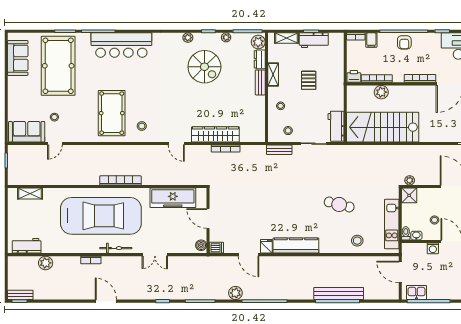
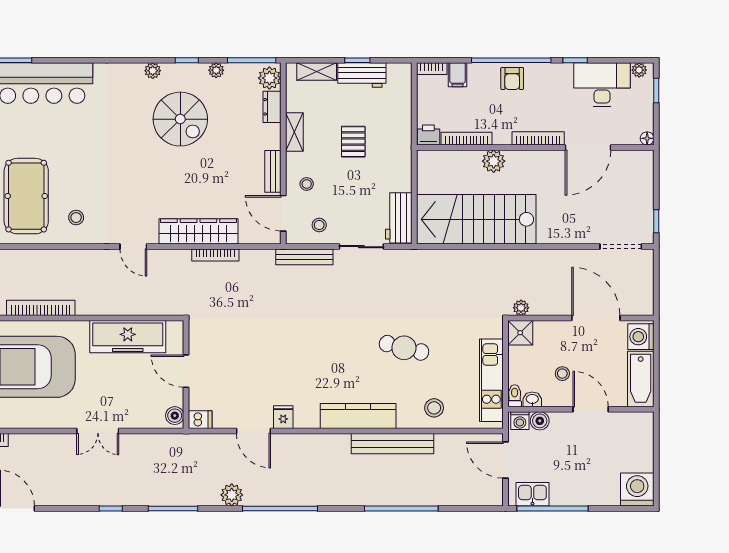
bench: (260, 82) -> (273, 171), moved
plant: (381, 92) -> (494, 161), moved
door: (266, 123) -> (283, 213), added
bench: (279, 150) -> (304, 257), width x1.36
kitchen counter: (296, 246) -> (358, 416), moved
bicycle: (116, 248) -> (33, 420), removed
boiler: (421, 248) -> (540, 421), added
washing machine: (433, 248) -> (520, 421), moved
bench: (339, 294) -> (393, 444), moved

